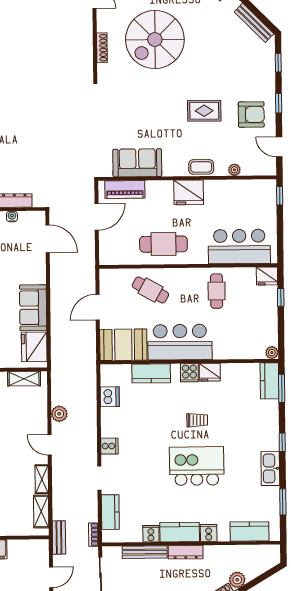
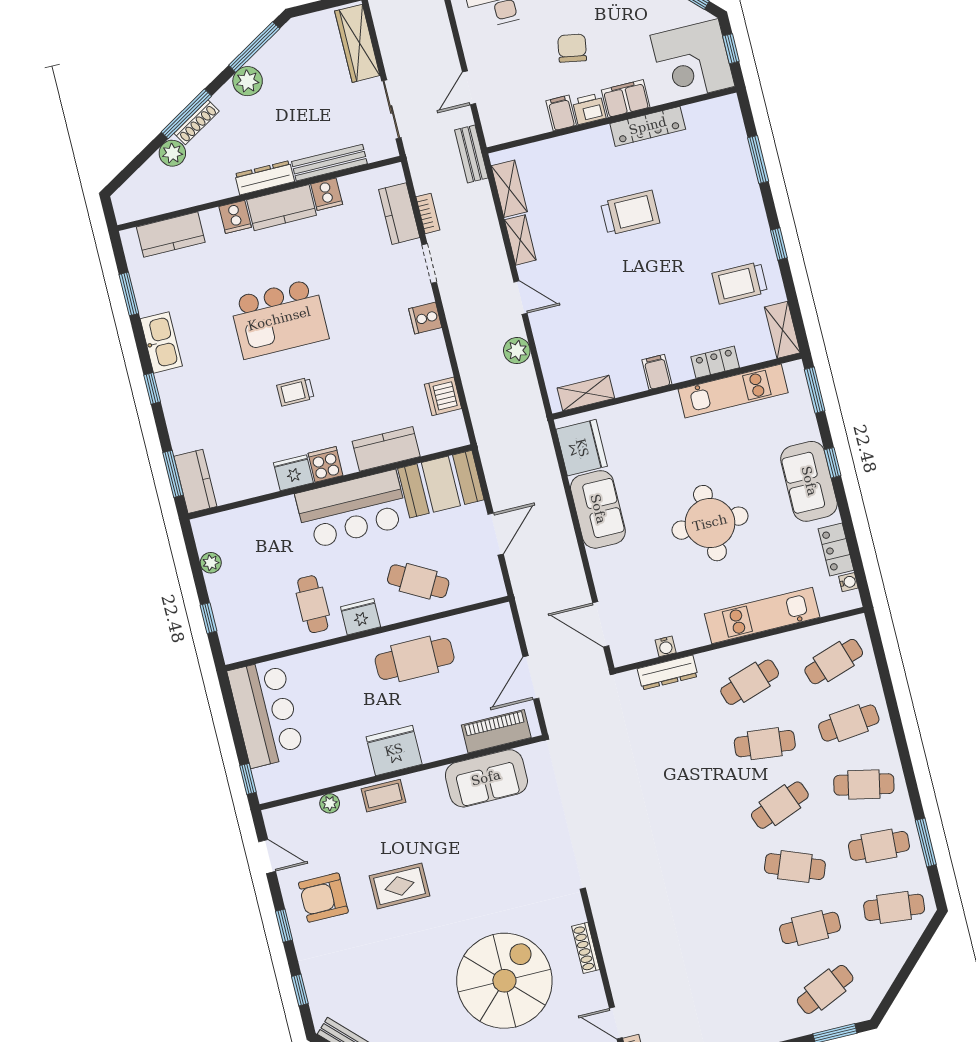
bar counter: (239, 246) -> (266, 713), moved, turned -90
fridge: (267, 276) -> (361, 617), moved
plant: (272, 353) -> (211, 563), moved
bookcase: (93, 535) -> (428, 213), moved

